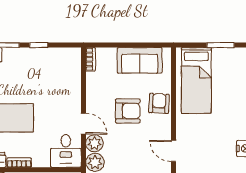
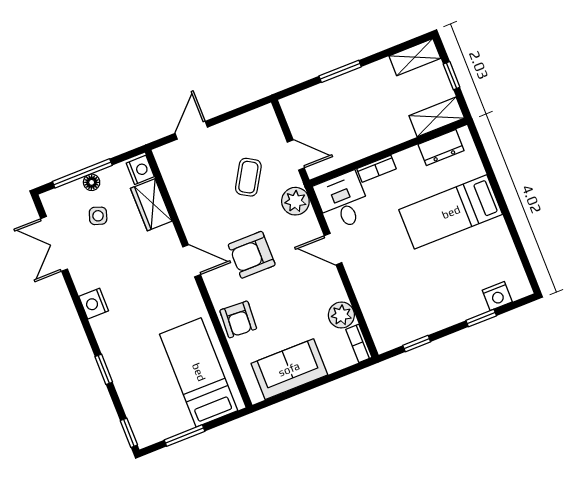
window: (39, 45) -> (417, 344), moved
armchair: (128, 111) -> (252, 255), moved
plant: (94, 143) -> (341, 315), moved
bookcase: (19, 163) -> (377, 169), moved

